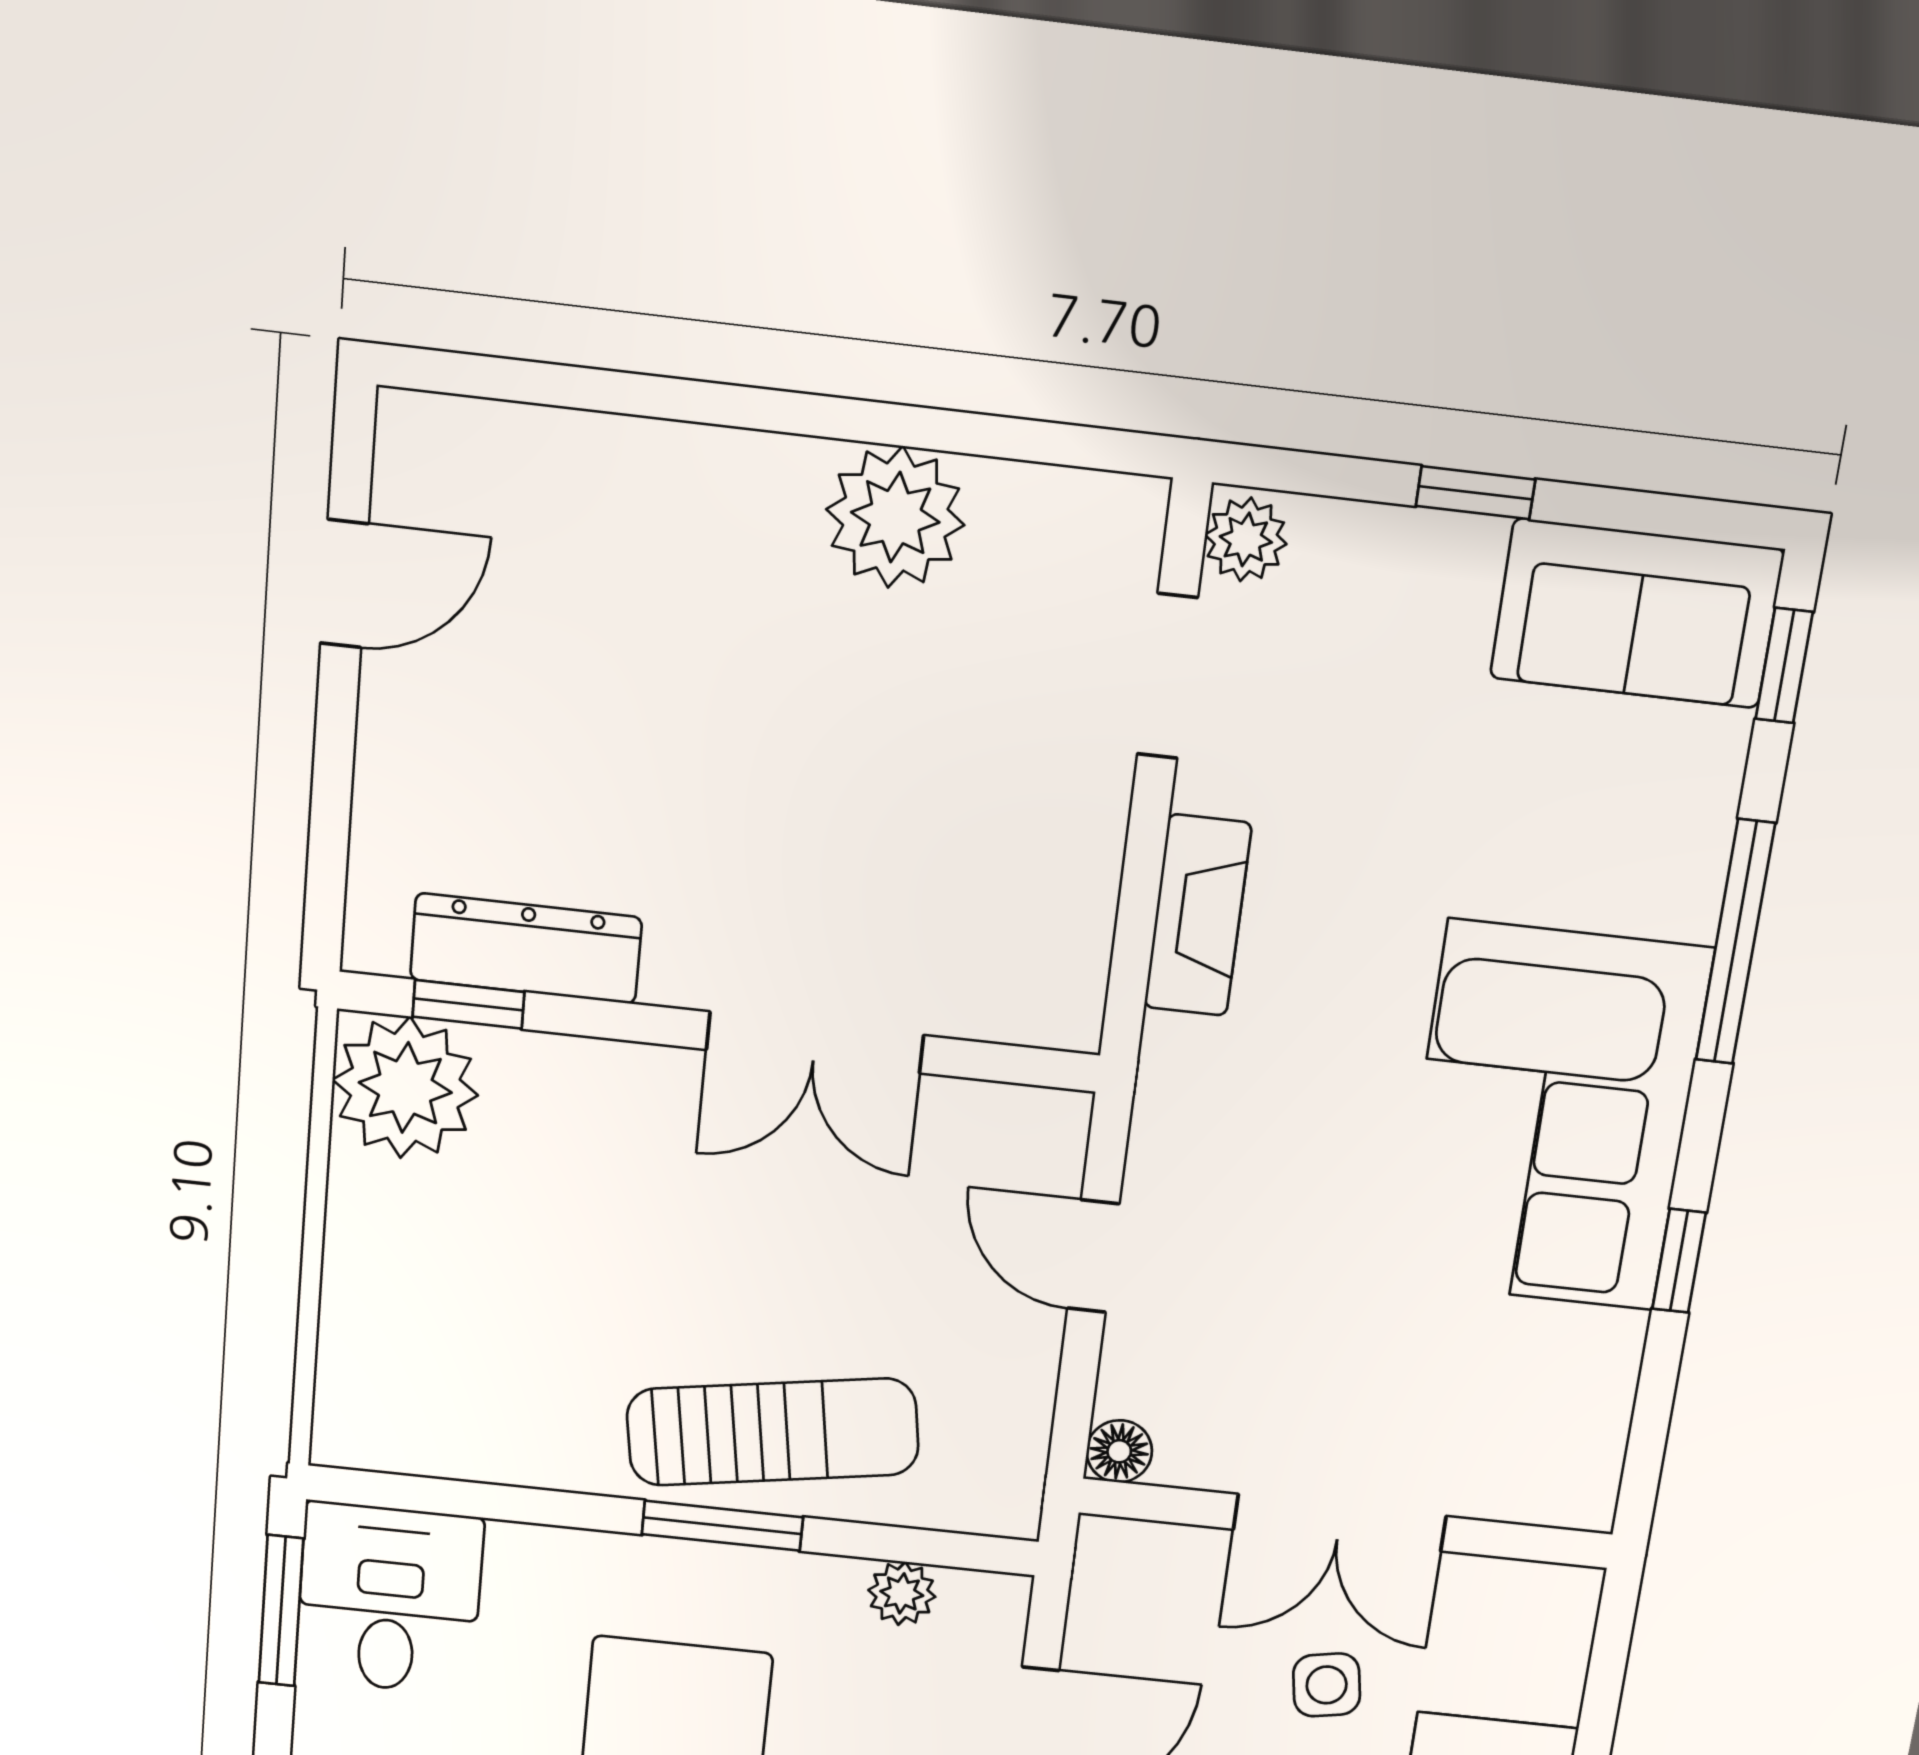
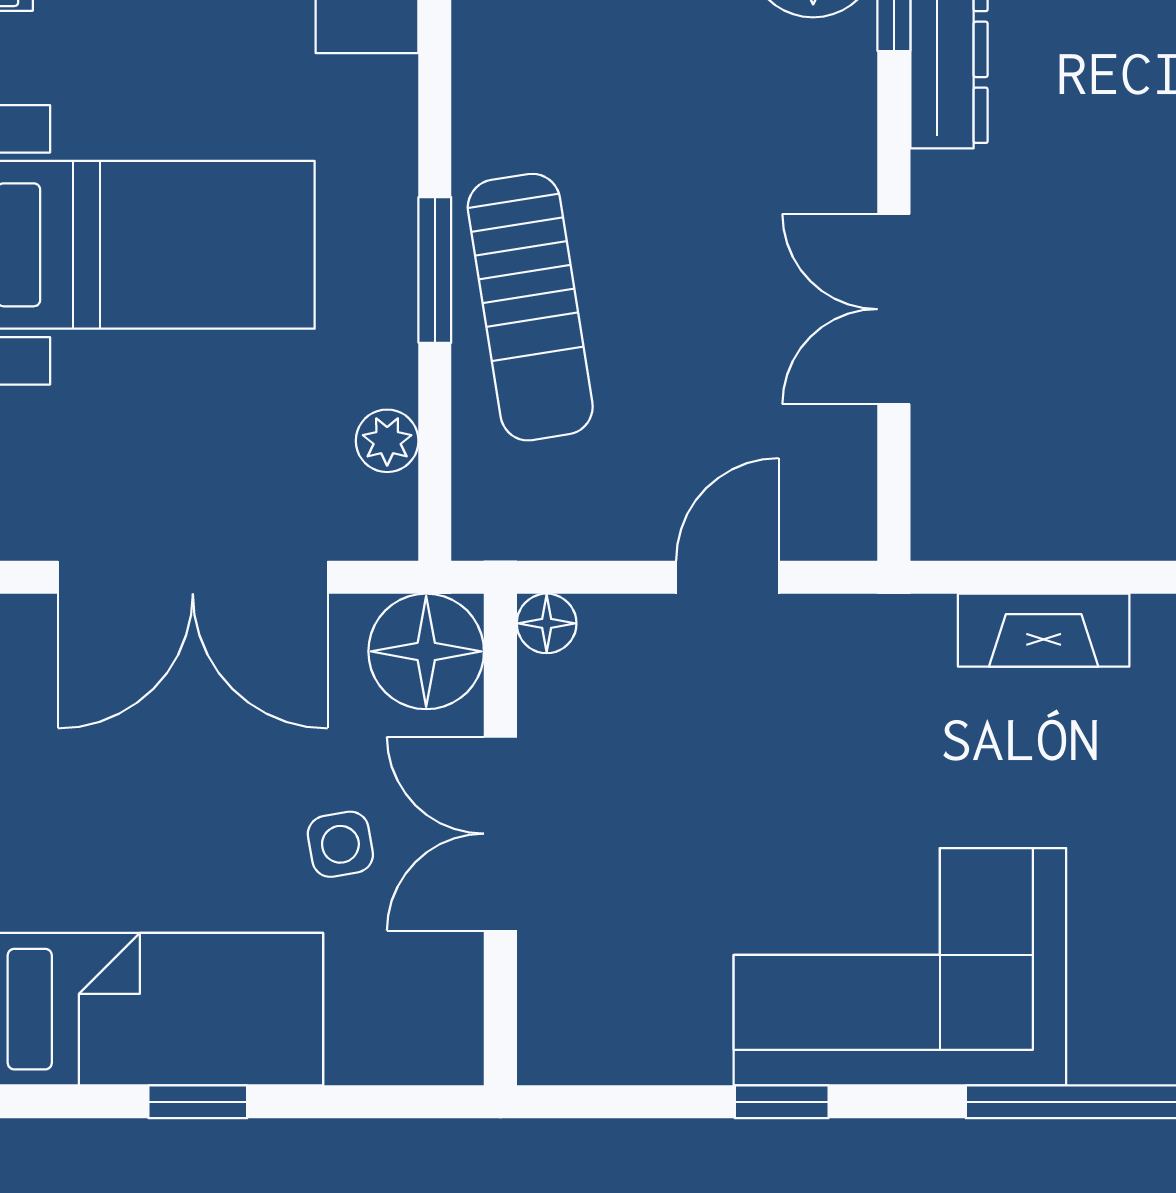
floor lamp: (1133, 1578) -> (426, 651), added

